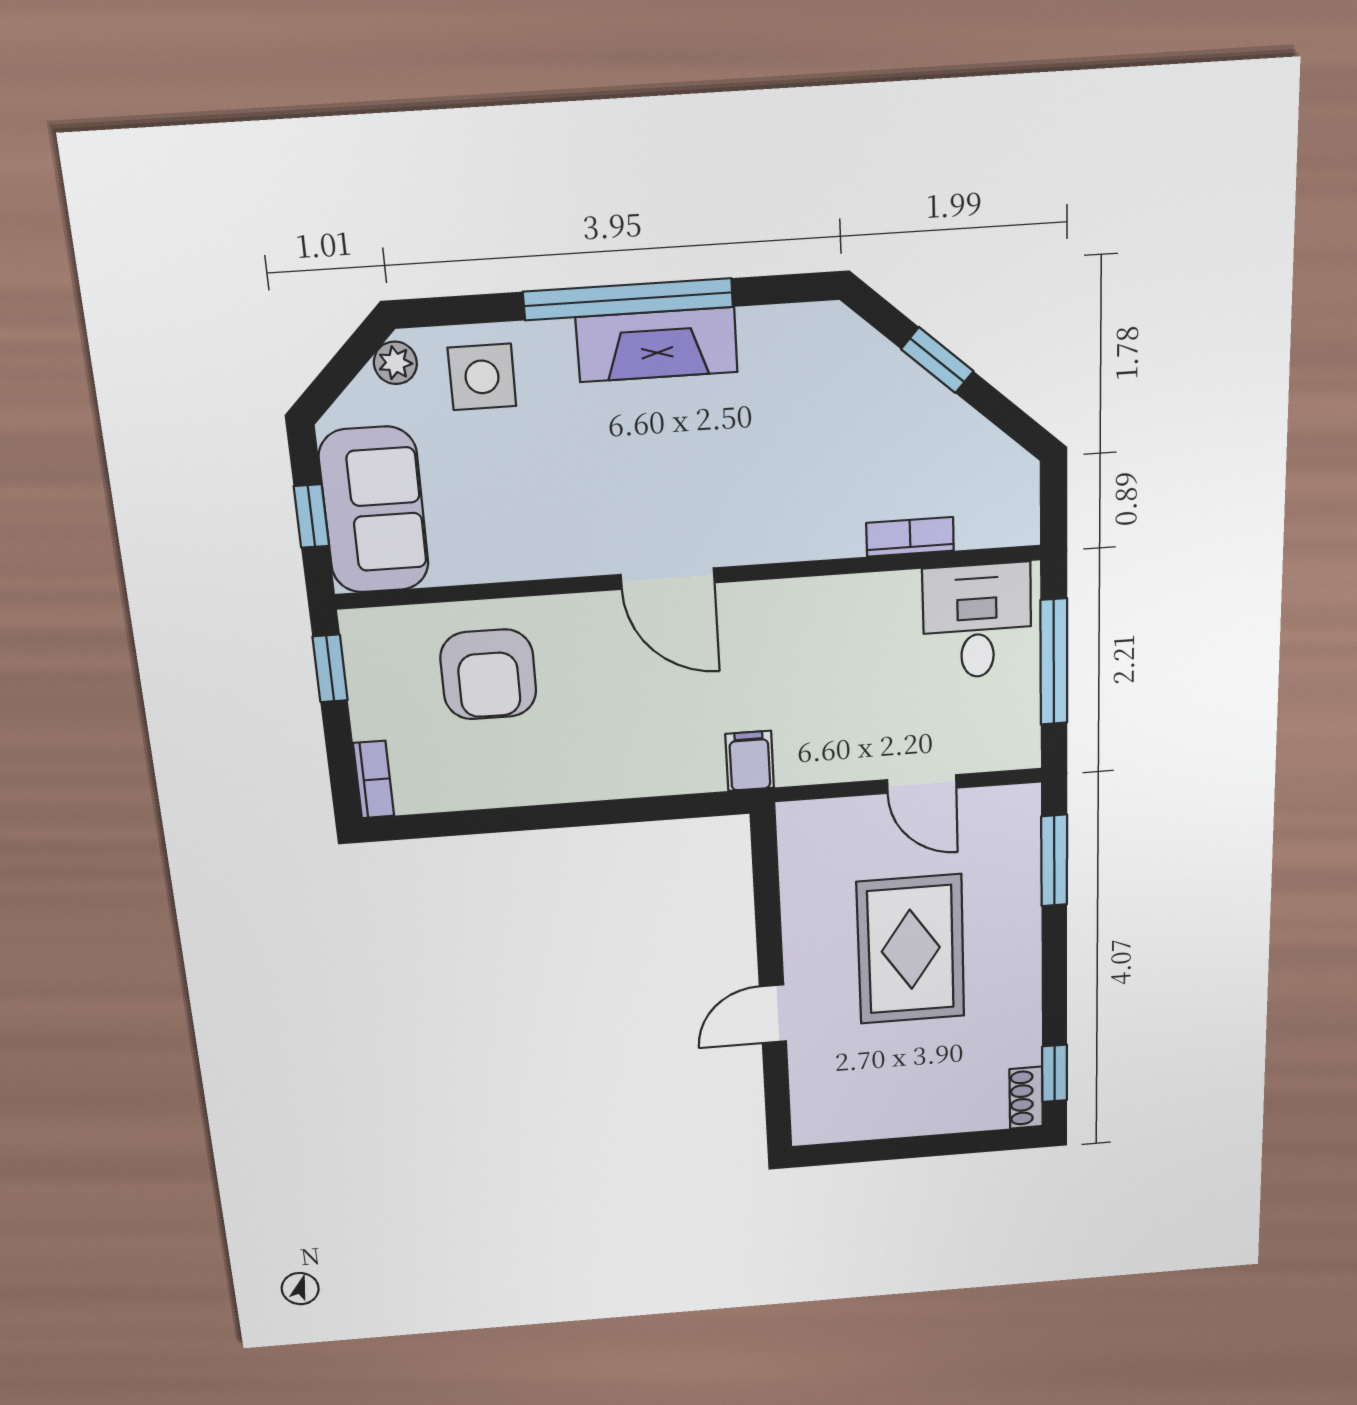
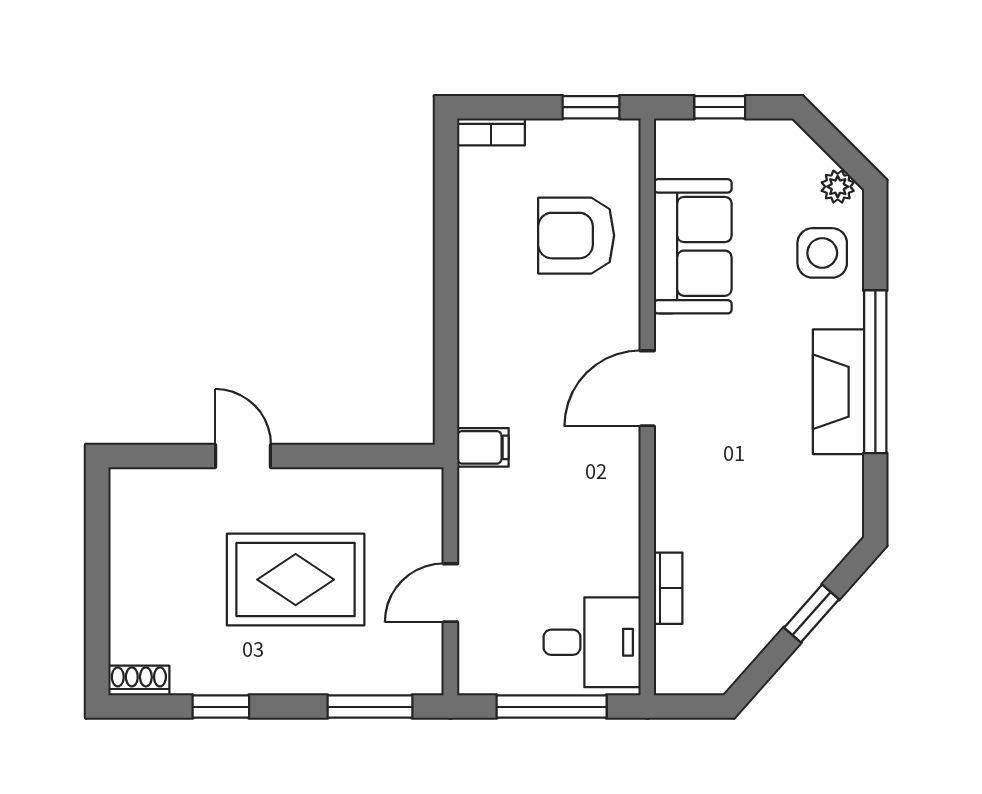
sofa: (374, 510) -> (693, 246), moved, turned -90
window: (1055, 1073) -> (221, 707), moved

